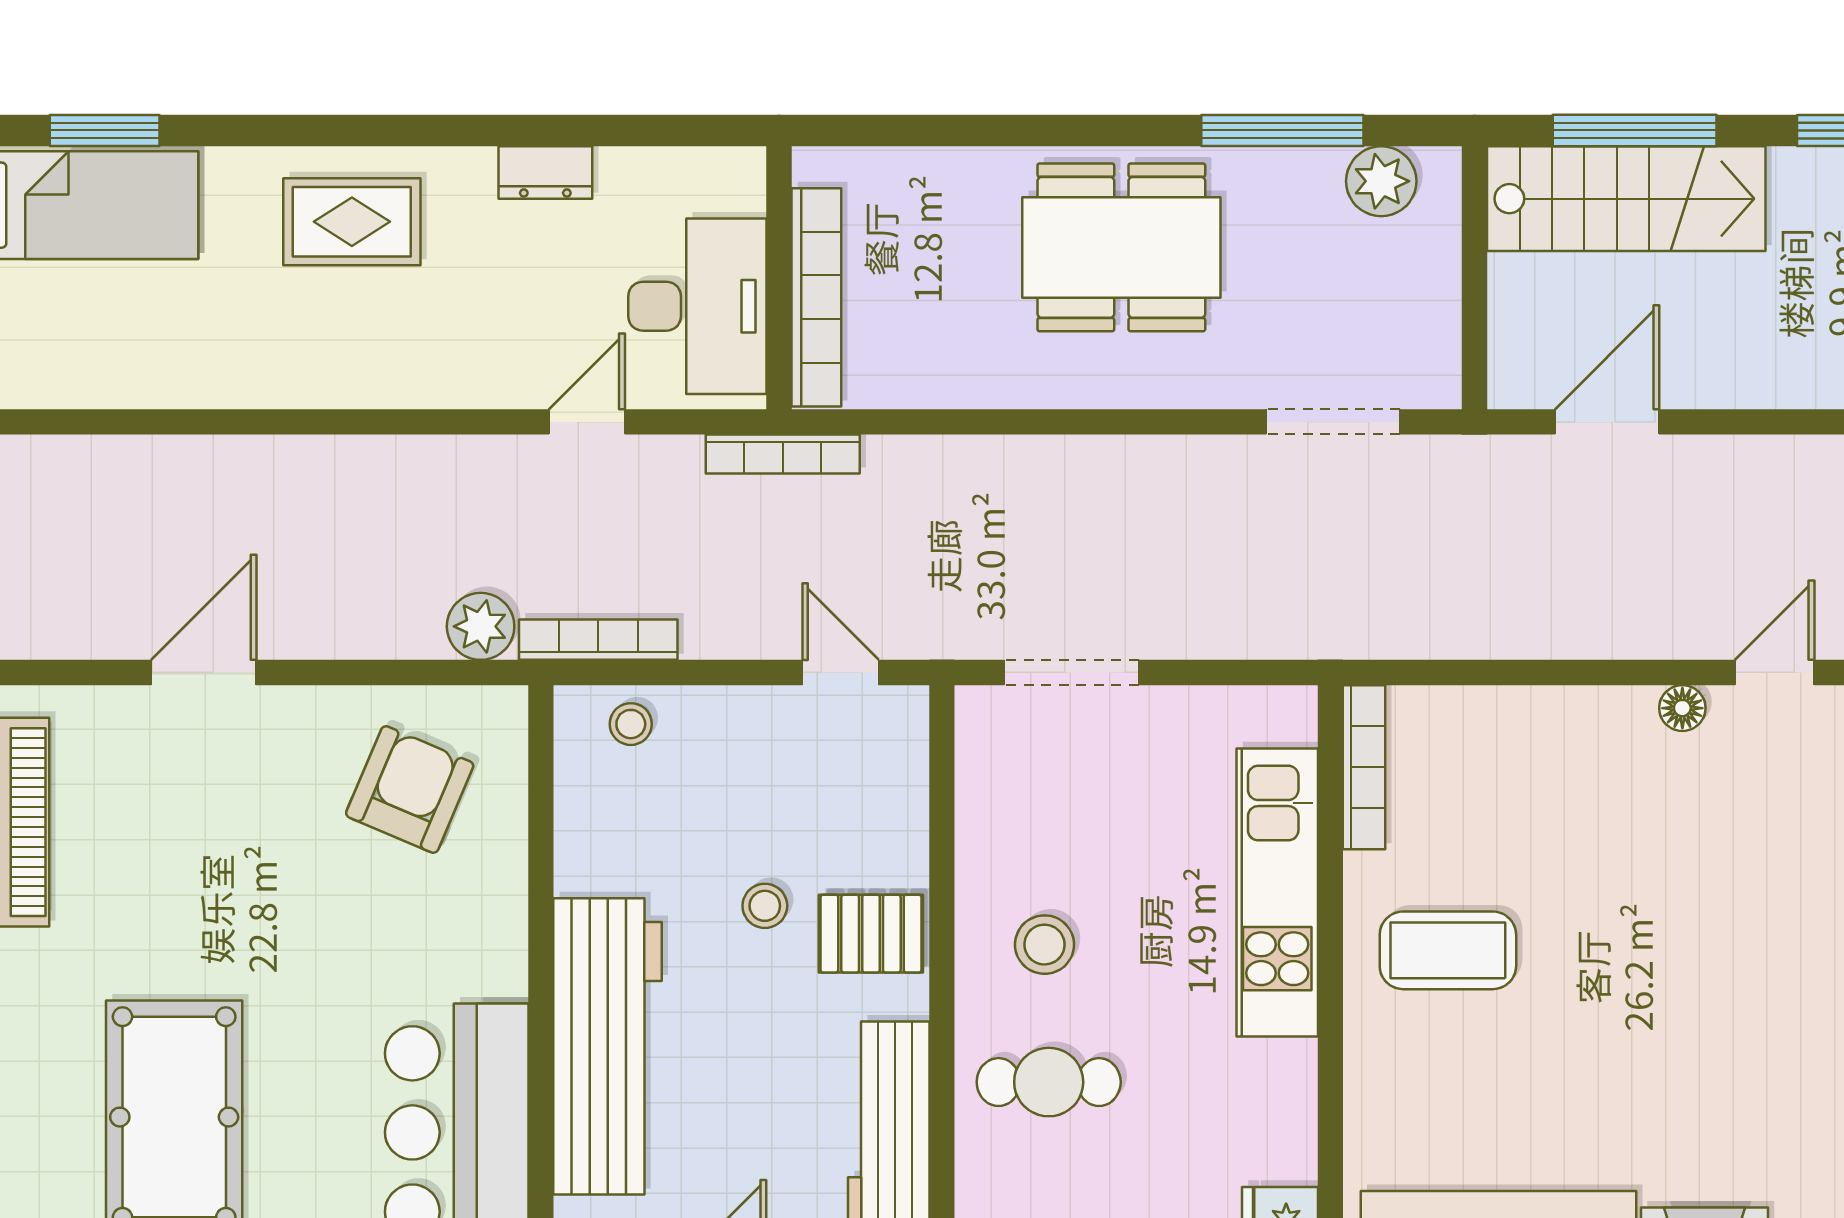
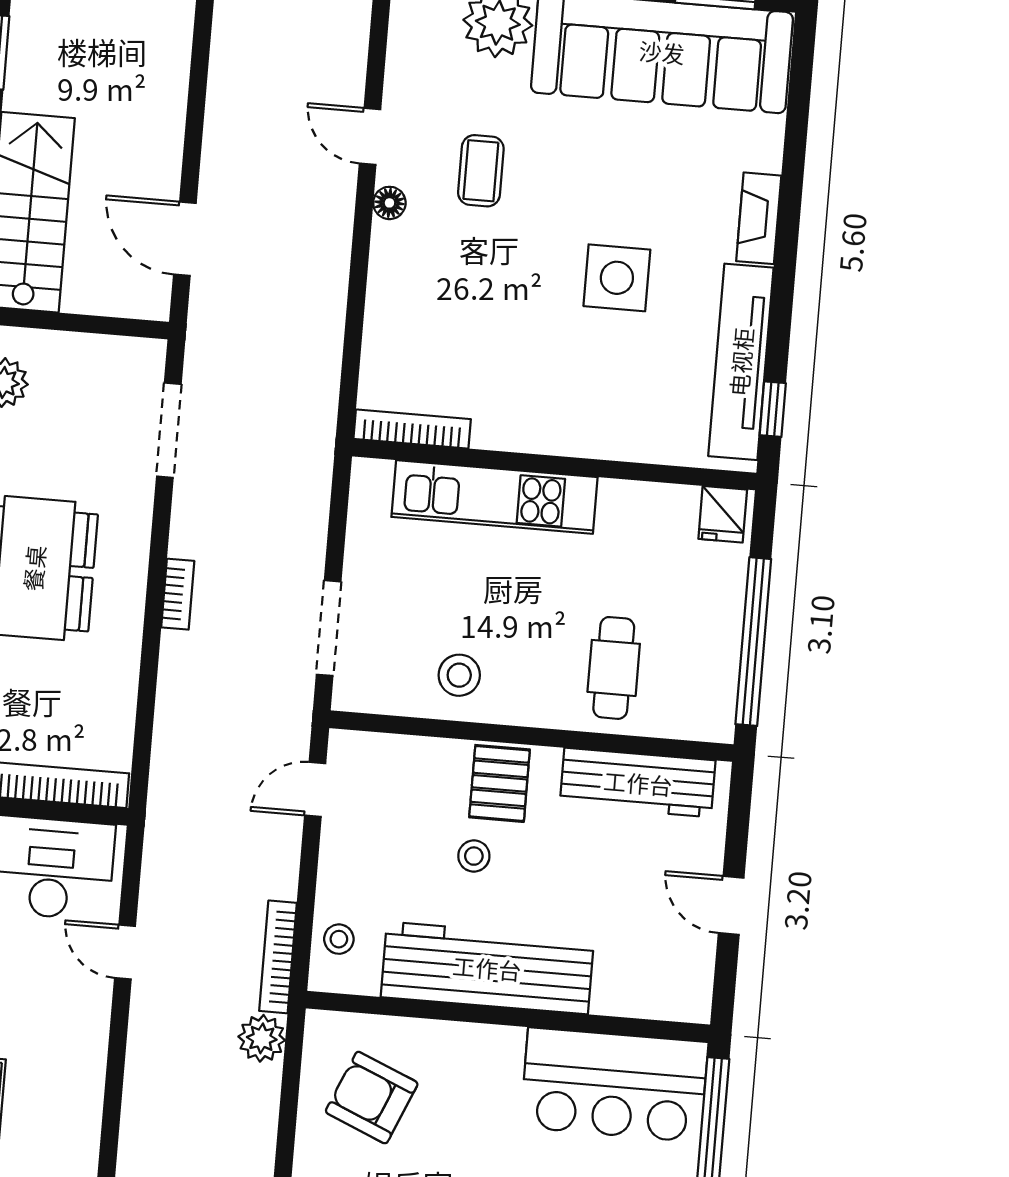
bookcase: (783, 454) -> (178, 594), moved, width x0.64
stool: (1045, 945) -> (459, 675), moved
coffee table: (1448, 950) -> (481, 171), moved, width x0.73, depth x0.77
side table: (1603, 1040) -> (617, 278), added
workbench: (608, 1046) -> (487, 968), moved

